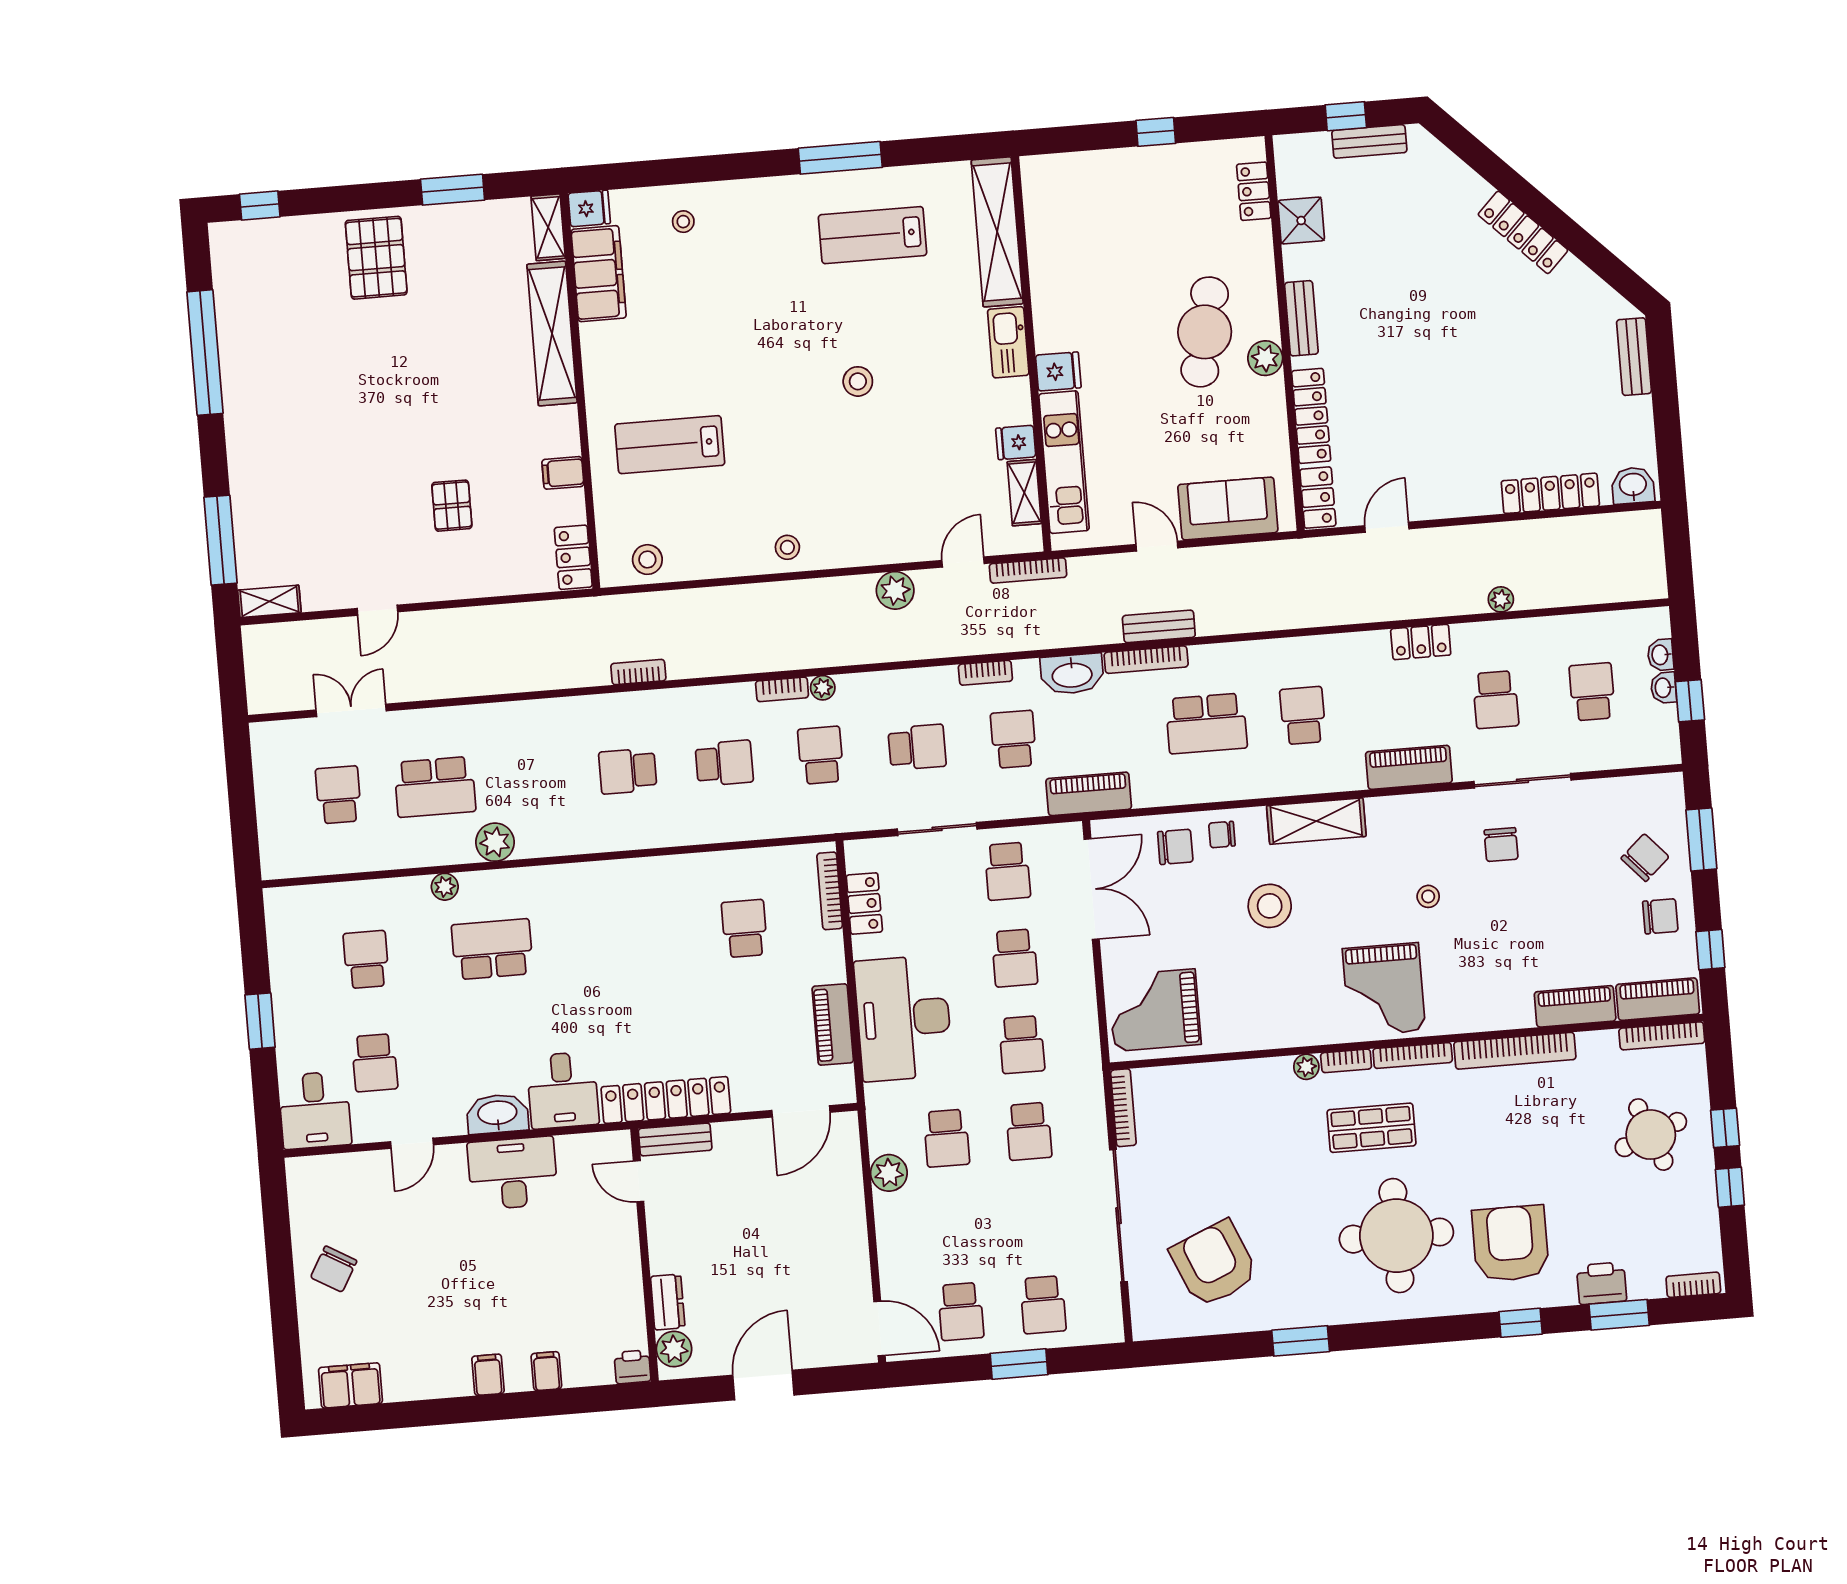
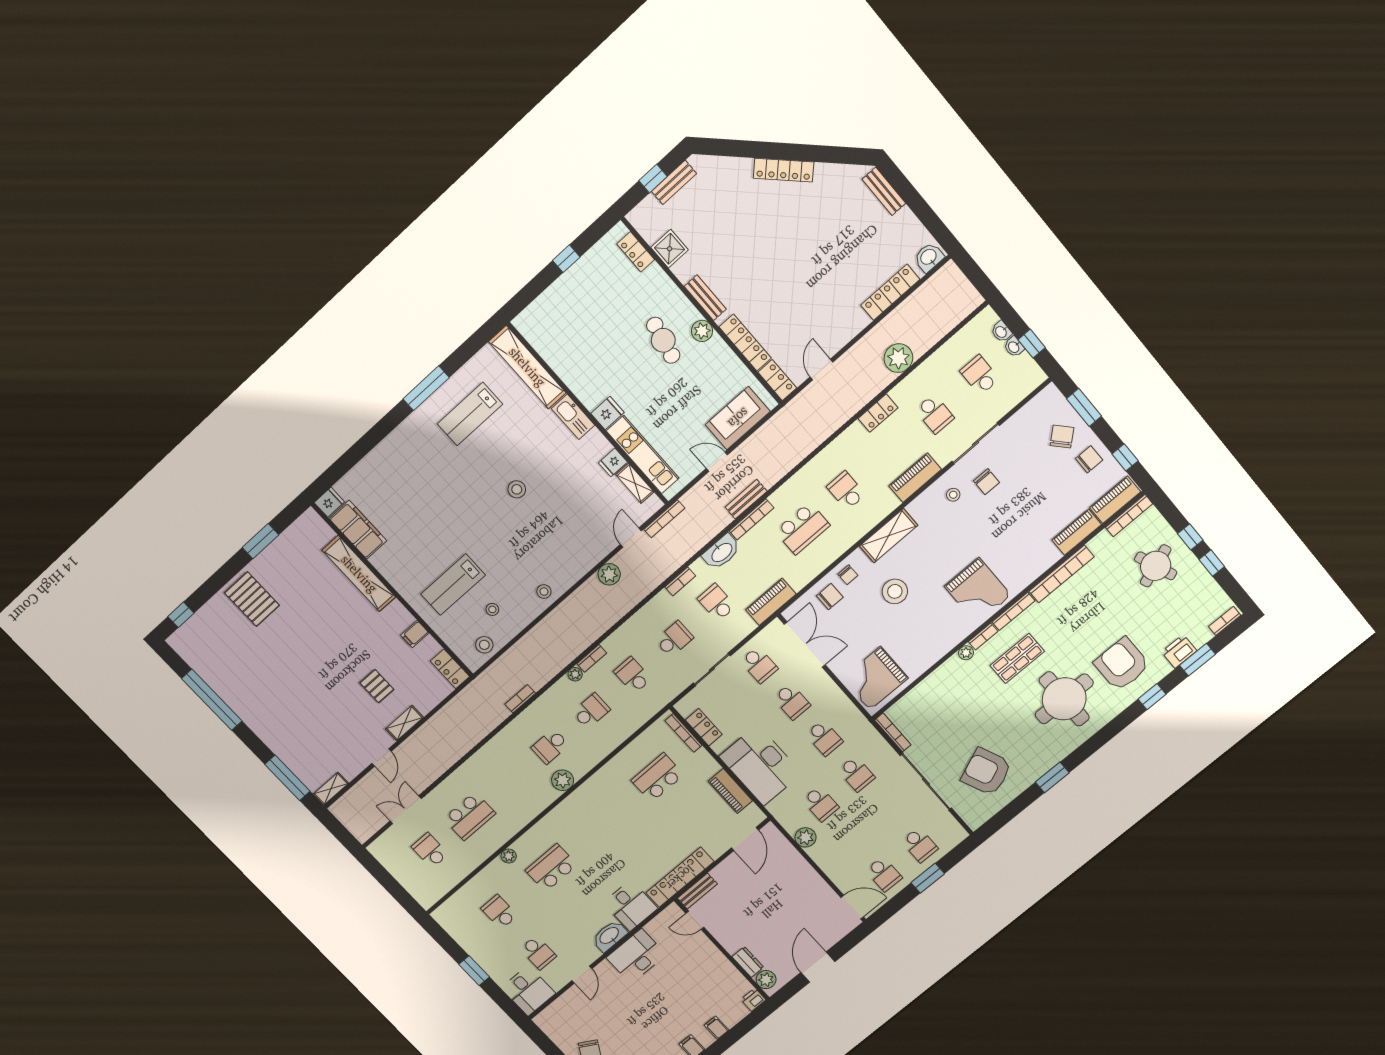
stool: (683, 222) -> (492, 609), moved
shelving: (548, 227) -> (404, 723), moved, turned 90
cafe table: (1205, 332) -> (663, 340), width x0.73, depth x0.74
plant: (1501, 599) -> (898, 358), width x1.88, depth x1.88
plant: (823, 688) -> (575, 674), moved
chair: (1222, 835) -> (848, 575), turned -90
plant: (495, 842) -> (563, 780), moved
stool: (1428, 896) -> (953, 495), moved
school desk: (744, 928) -> (657, 778), width x1.85

